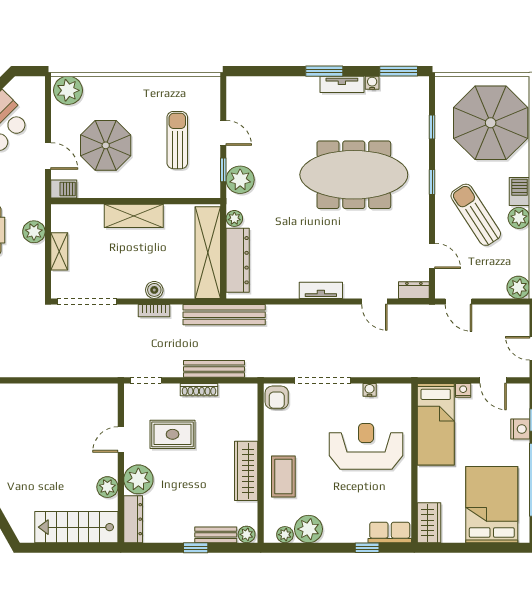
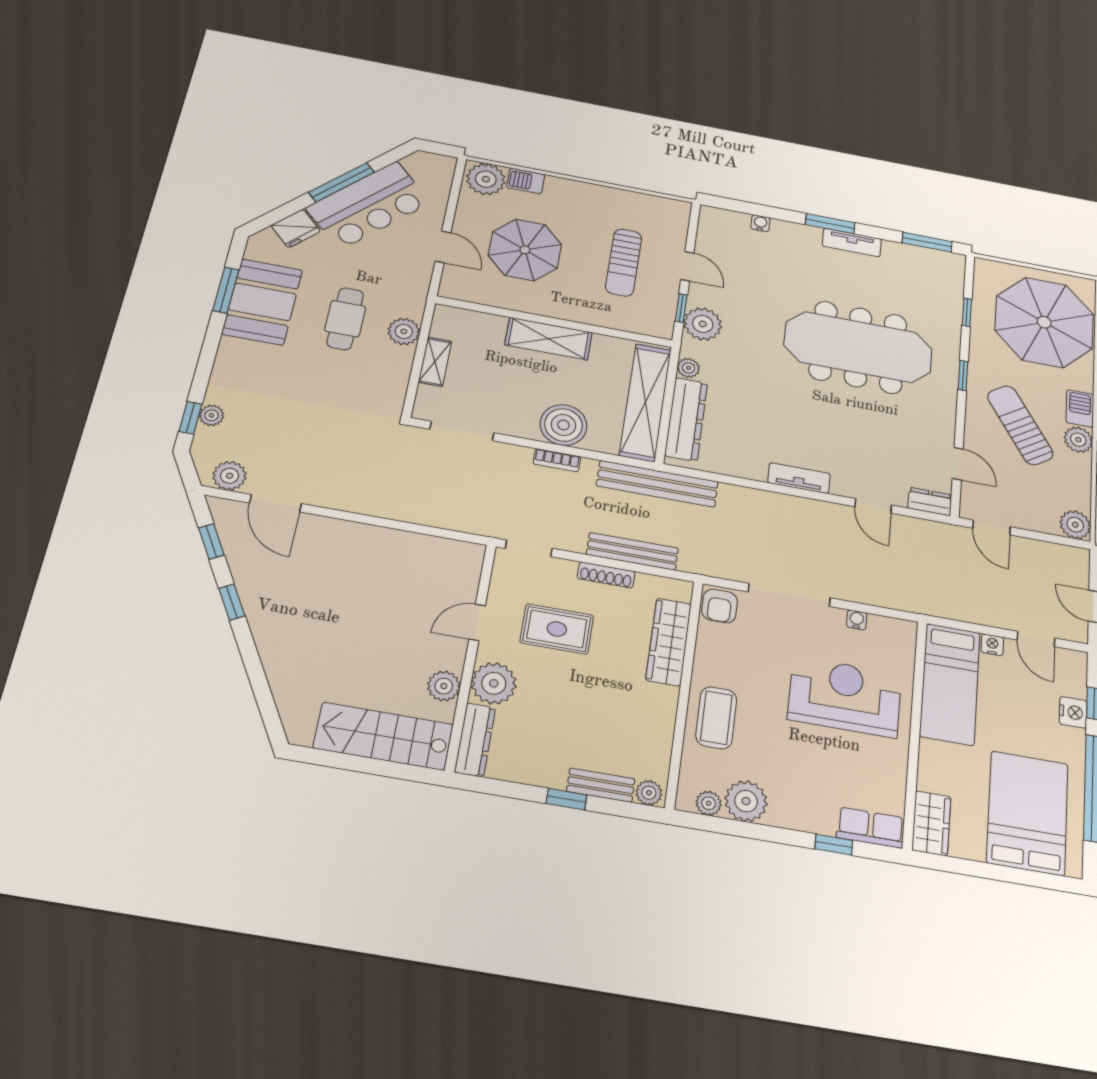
water cooler: (372, 83) -> (760, 223), moved
sun lounger: (177, 140) -> (624, 262), turned 180
barbecue: (64, 189) -> (526, 181), moved, turned 180
boiler: (154, 290) -> (563, 425), width x1.86, depth x1.86
doorway: (87, 302) -> (462, 431), width x0.73
wardrobe: (246, 471) -> (669, 642), moved

